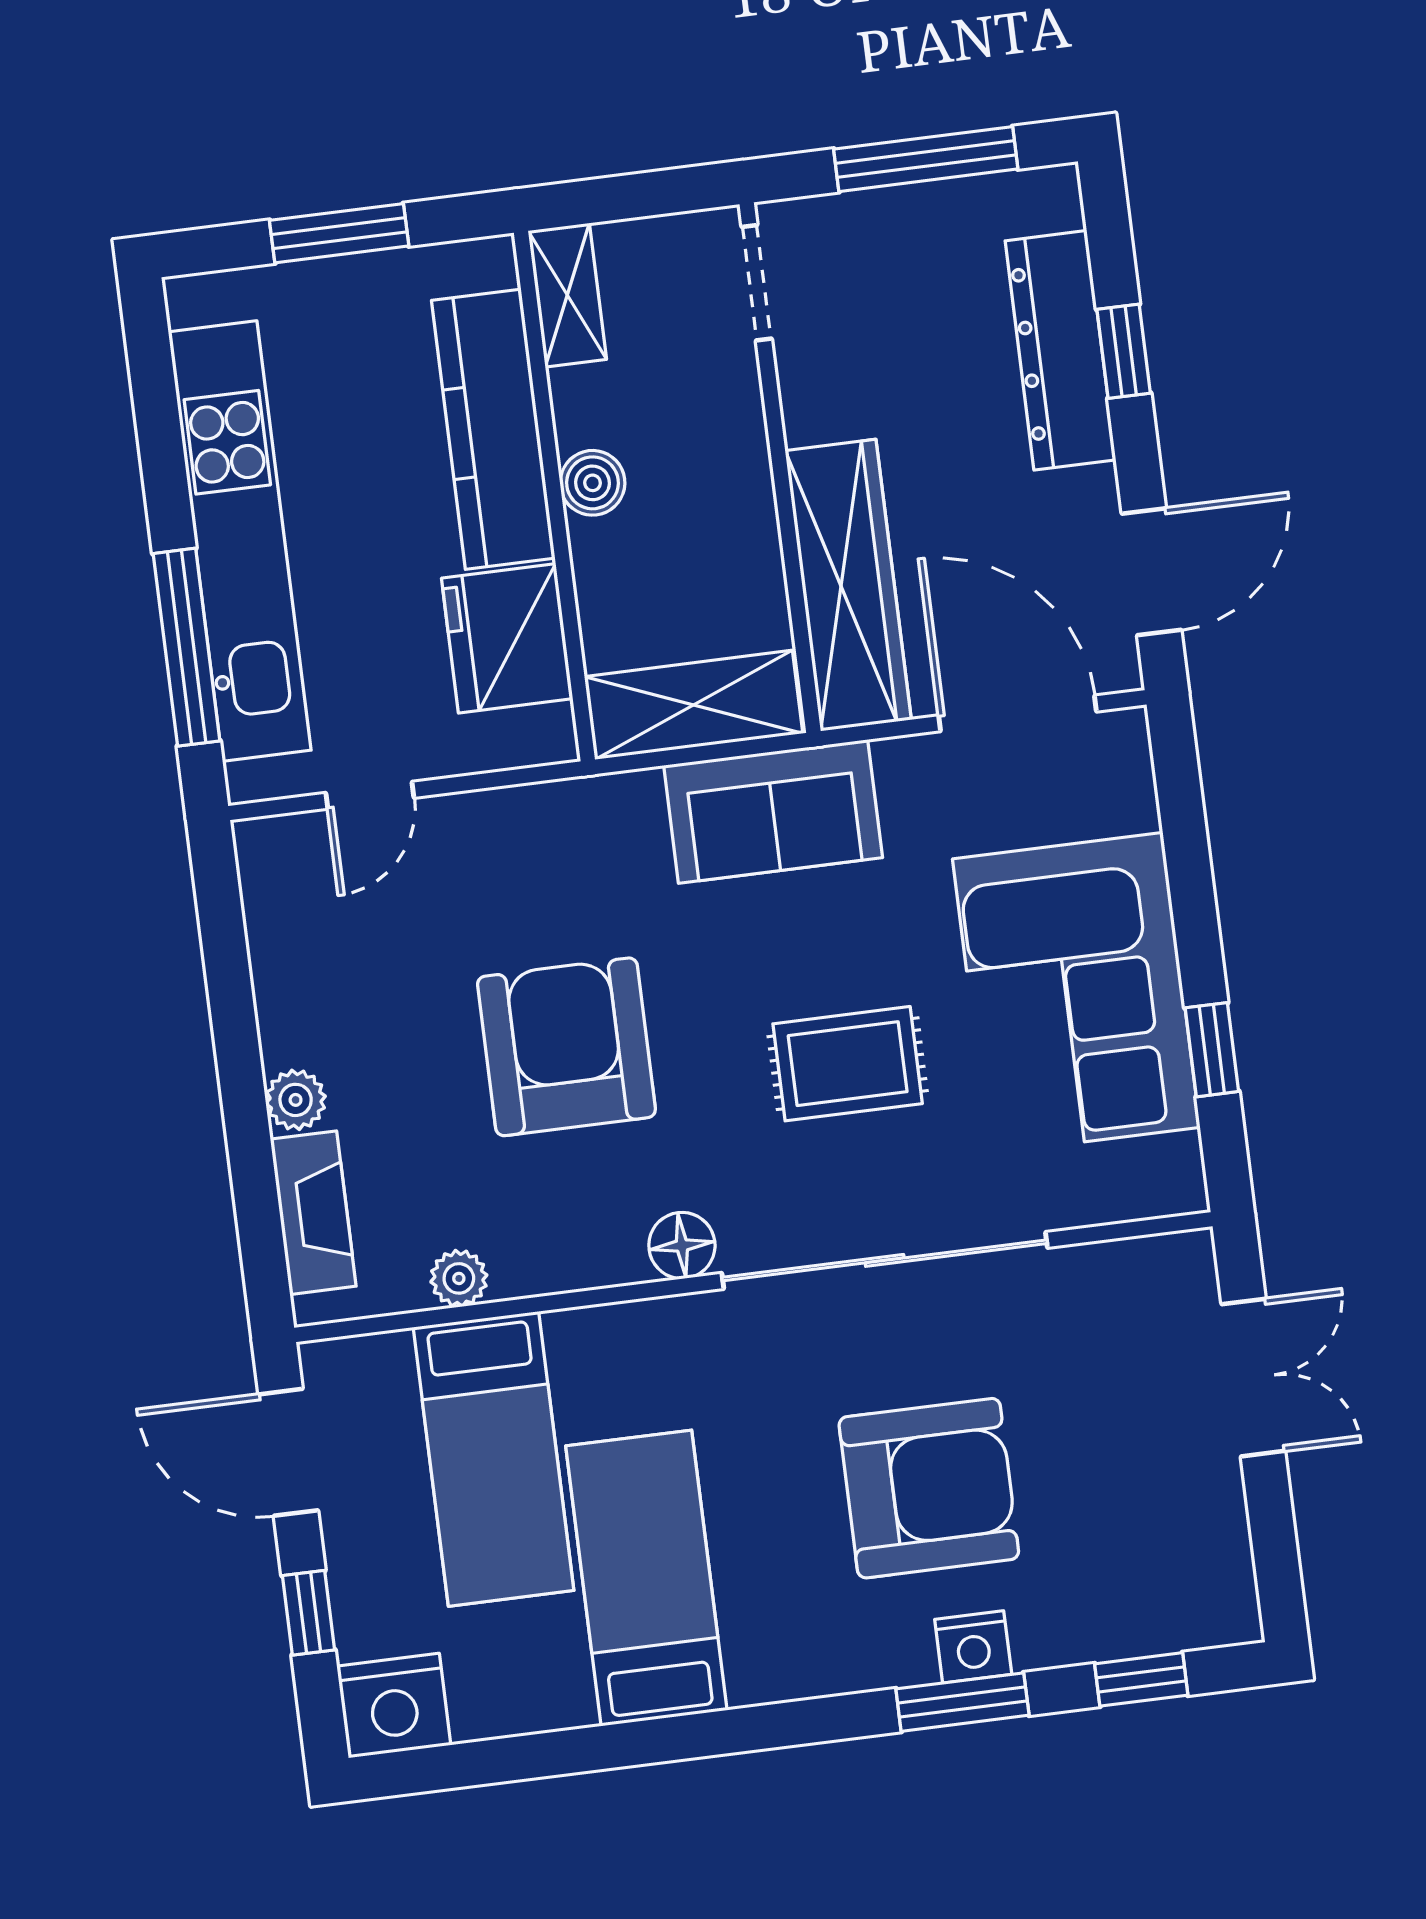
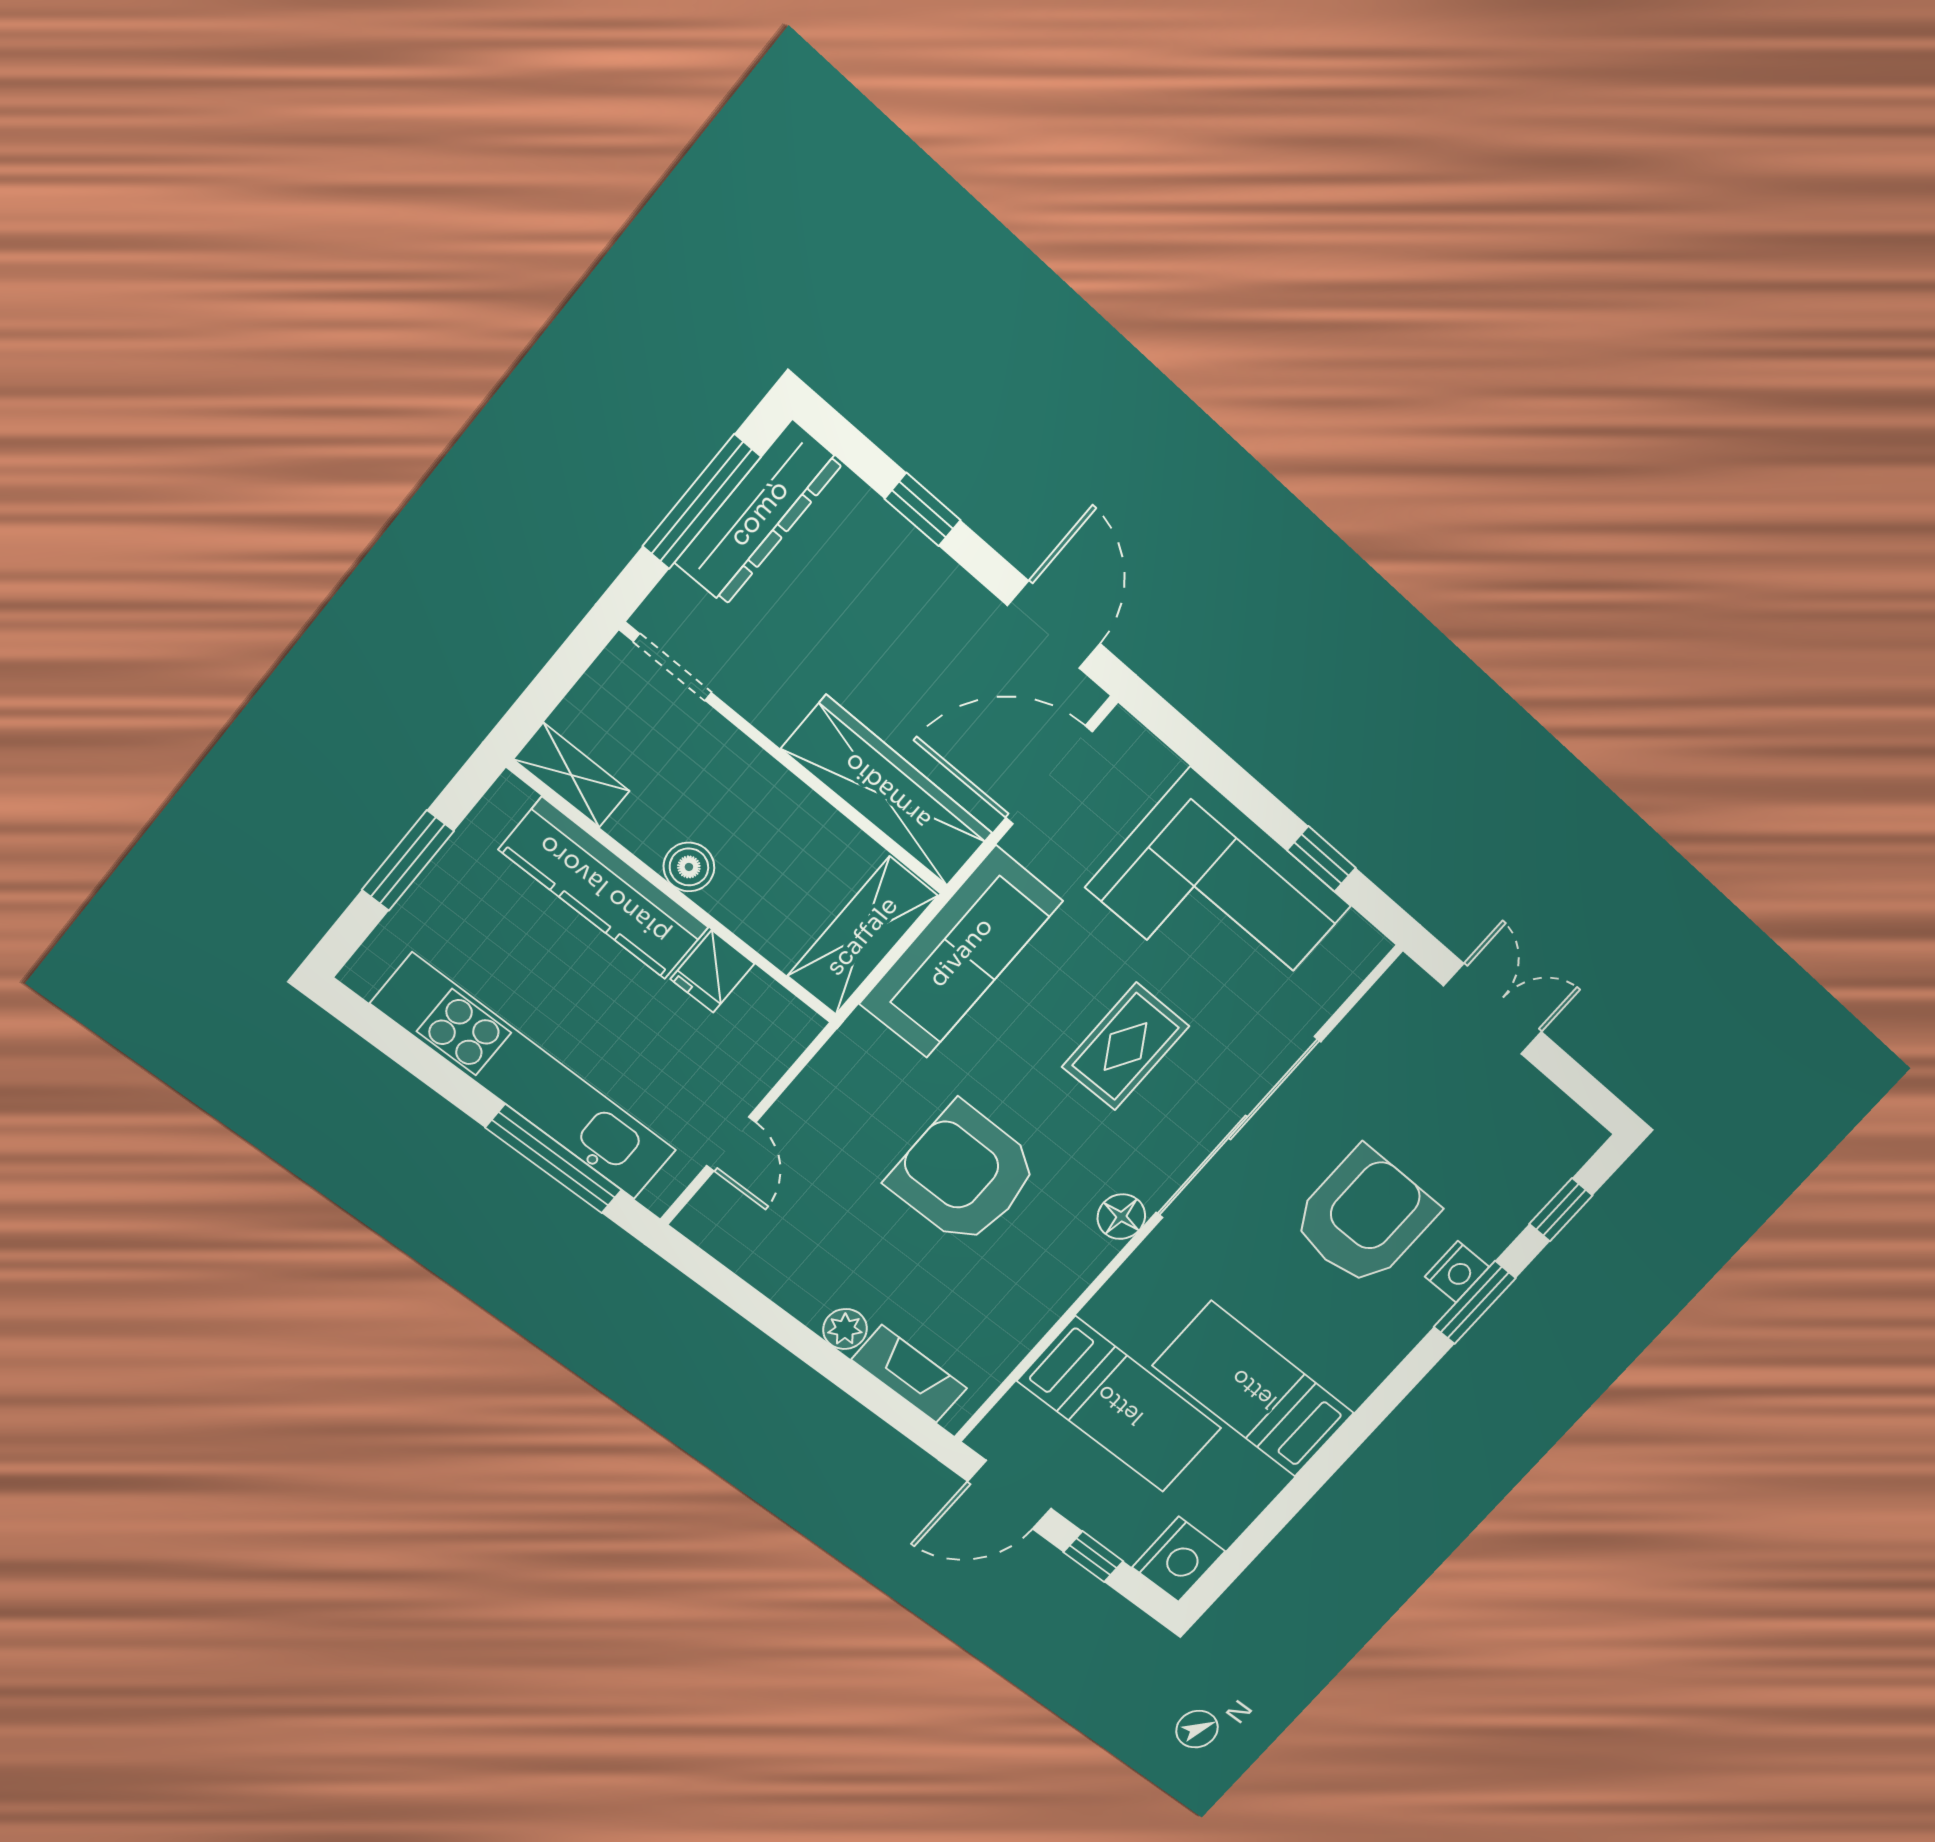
dresser: (1060, 350) -> (759, 513), moved, turned -90
fridge: (507, 638) -> (712, 971), width x0.53, depth x0.75
sofa: (773, 811) -> (961, 952), width x1.36
plant: (459, 1278) -> (1018, 1337), removed

